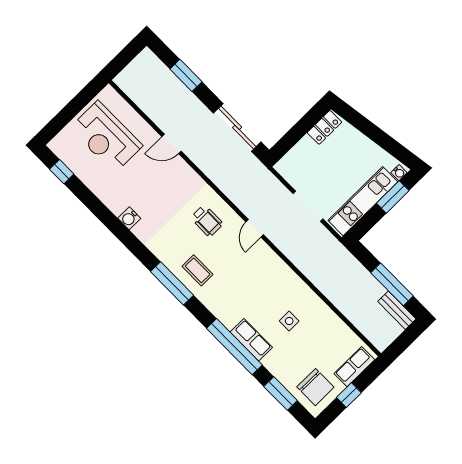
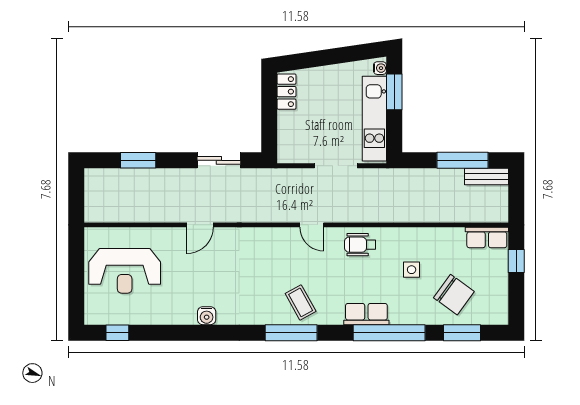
sliding door: (237, 127) -> (219, 160), width x0.73
door: (171, 144) -> (200, 225), moved
wheelchair: (207, 221) -> (360, 245), moved, turned 180
coffee table: (198, 270) -> (301, 302), turned 61
row of seats: (251, 340) -> (366, 314), moved
row of seats: (354, 367) -> (487, 238), moved, turned -90
chair: (315, 387) -> (454, 295), moved, turned 36
window: (349, 395) -> (516, 261), moved

